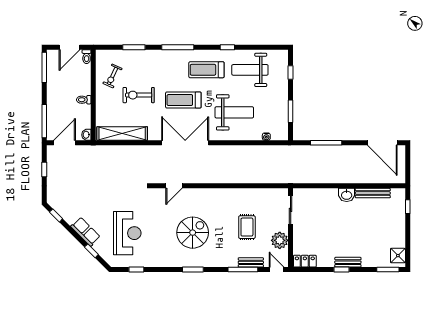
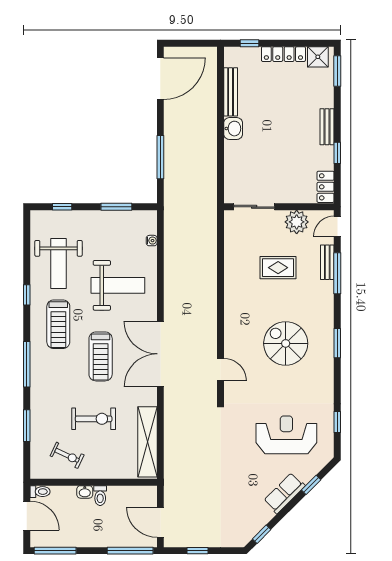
exercise bike: (139, 95) -> (94, 419), turned -90
weight bench: (234, 112) -> (118, 285), turned 90
washbasin: (86, 135) -> (85, 492), moved
locker: (400, 231) -> (283, 54), added
window: (342, 270) -> (337, 153), moved

